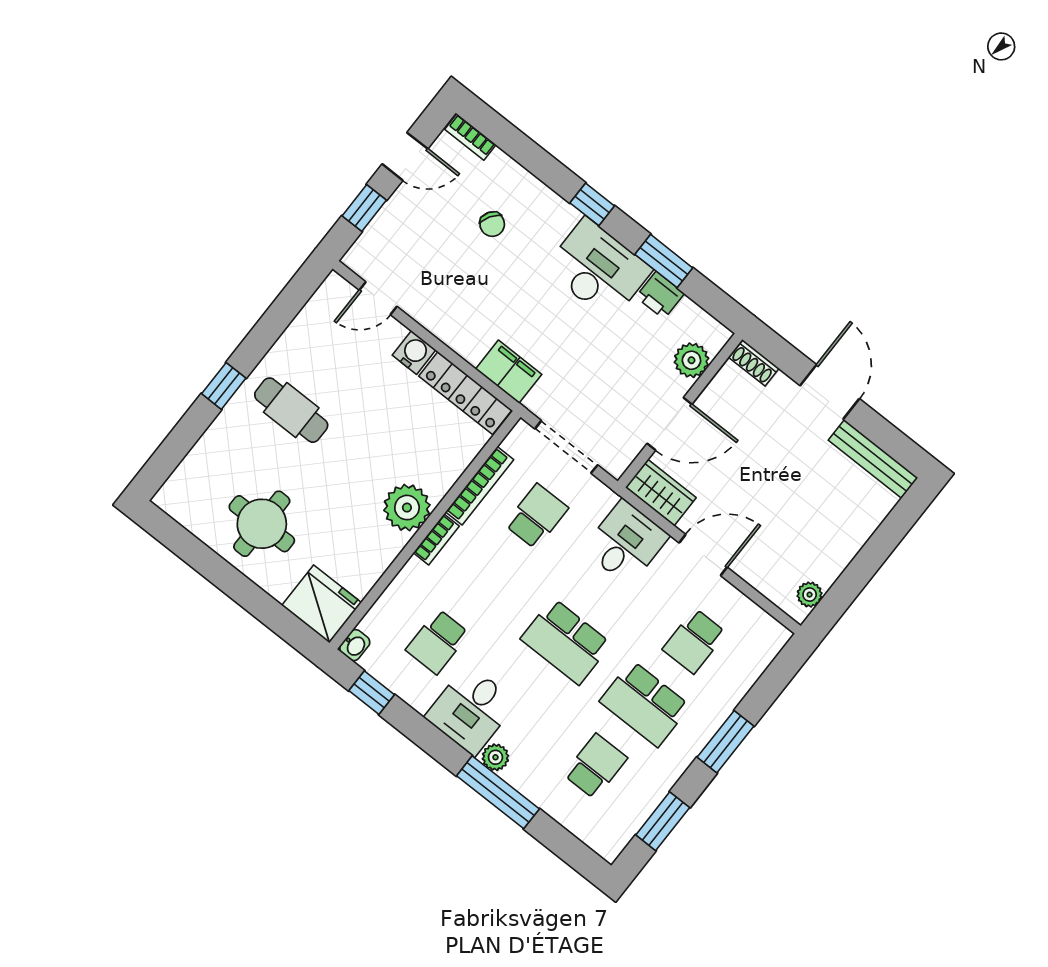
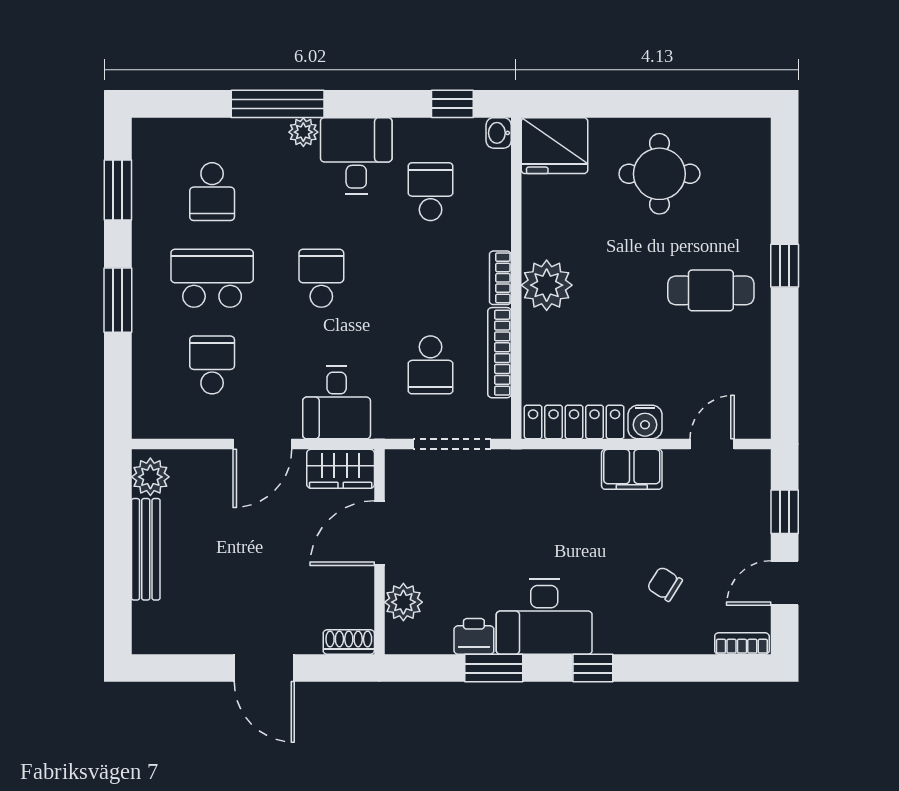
filing cabinet: (509, 372) -> (632, 469), moved
bench: (873, 459) -> (146, 549), moved, turned 90
plant: (810, 595) -> (150, 477), width x1.38, depth x1.38
school desk: (566, 641) -> (321, 278), width x0.54

